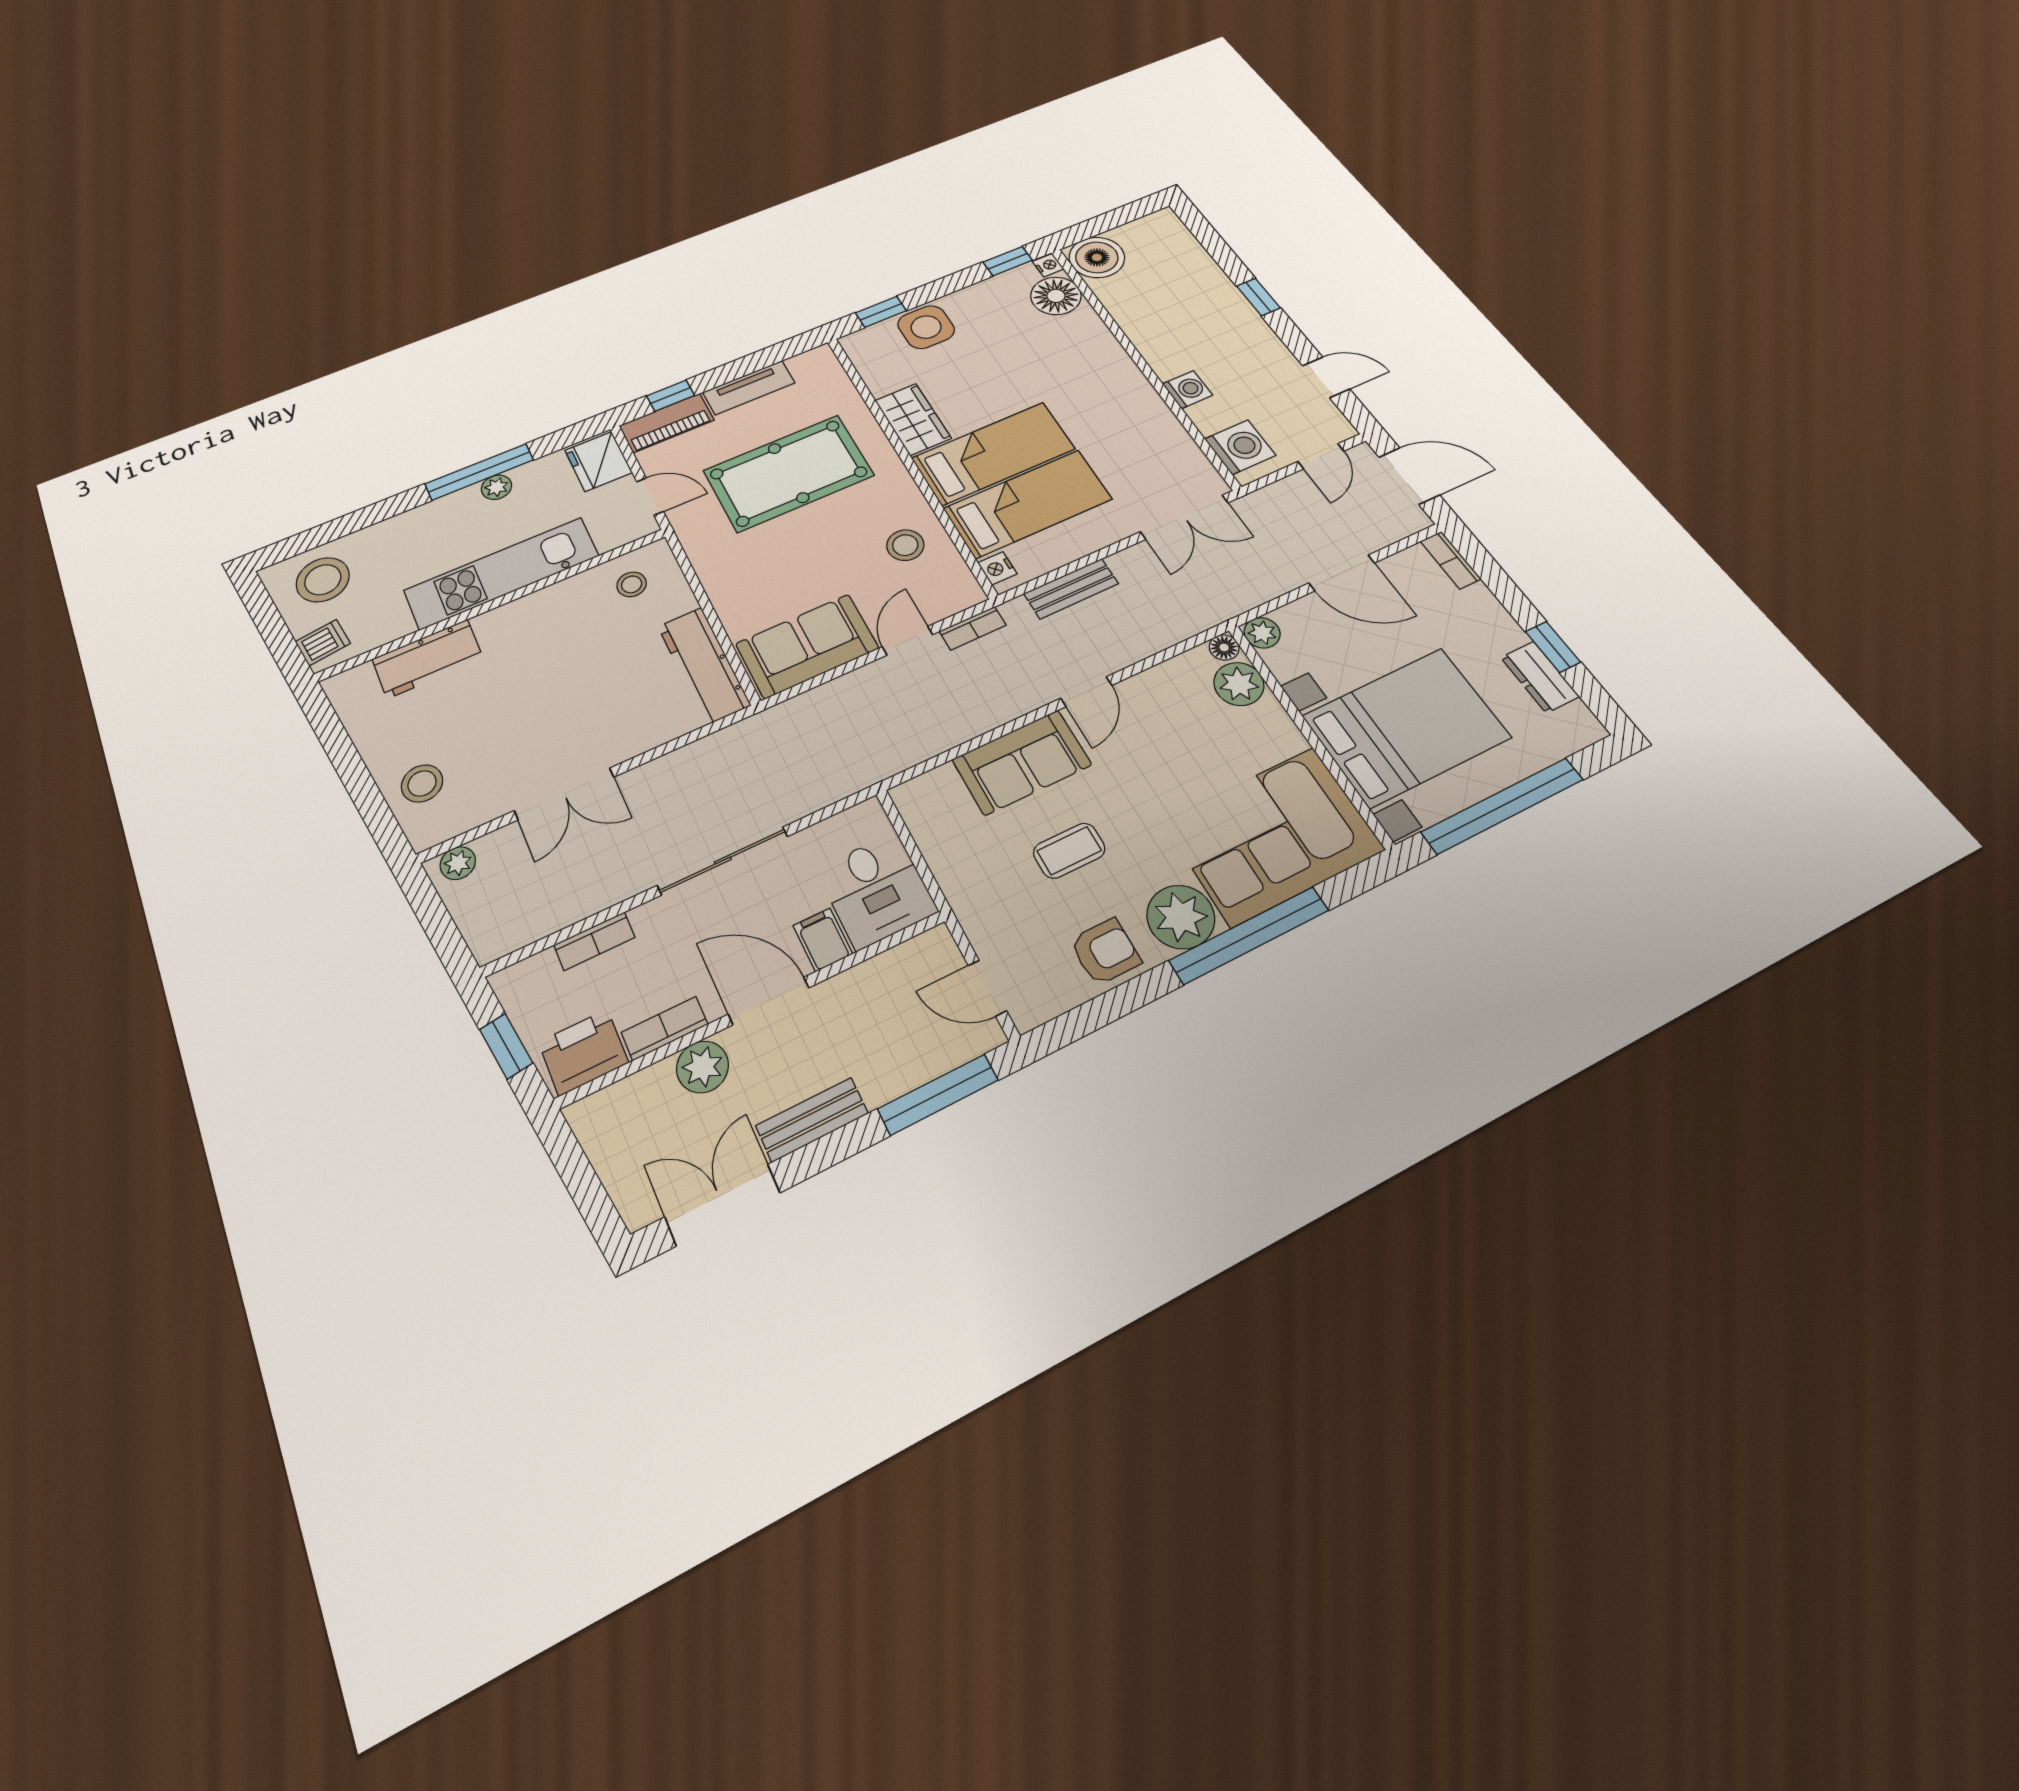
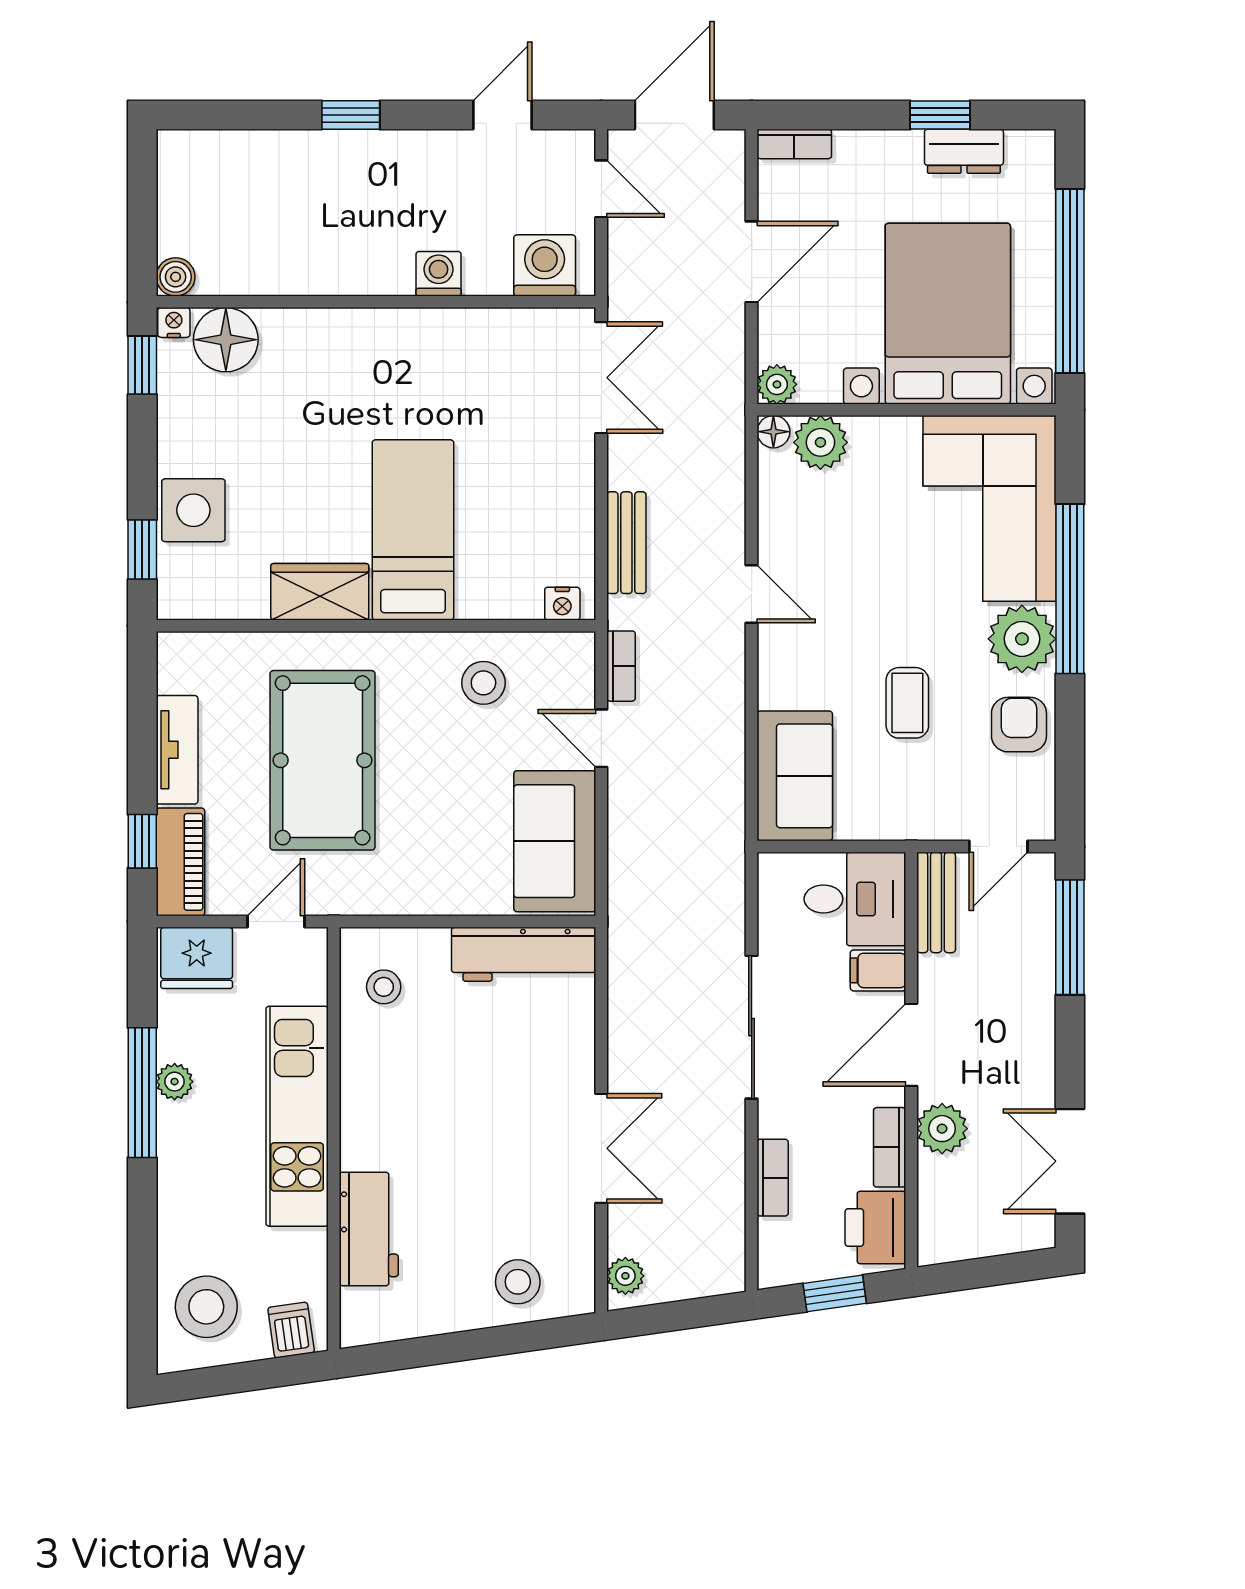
boiler: (1097, 257) -> (176, 277), width x0.54, depth x0.54
bed: (1028, 504) -> (498, 529), removed
sofa: (1022, 762) -> (795, 776), moved
bench: (812, 1120) -> (936, 902), moved

